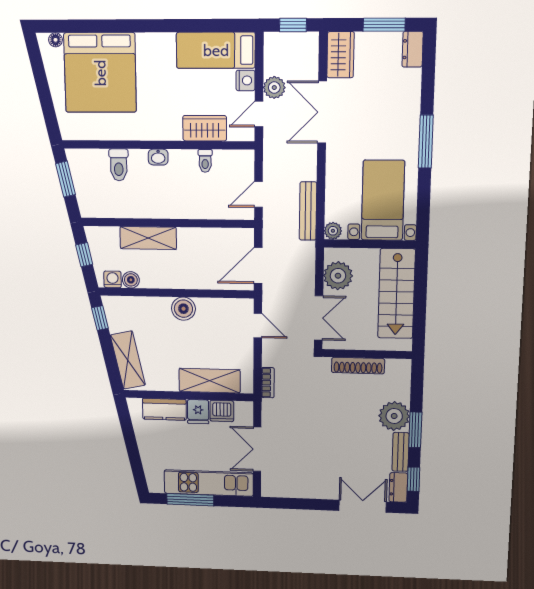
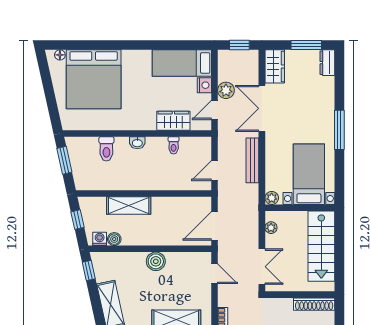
bench: (308, 211) -> (252, 160), moved
plant: (338, 276) -> (271, 228), width x0.53, depth x0.53
shoe rack: (358, 366) -> (314, 304), moved

